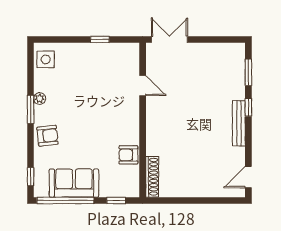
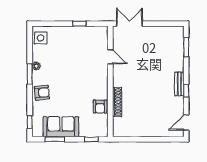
window: (248, 107) -> (186, 91), moved
bench: (239, 123) -> (179, 84), width x0.73
armchair: (128, 155) -> (100, 107), turned -90
shoe rack: (152, 177) -> (117, 102), moved
window: (65, 200) -> (55, 139), width x0.47

